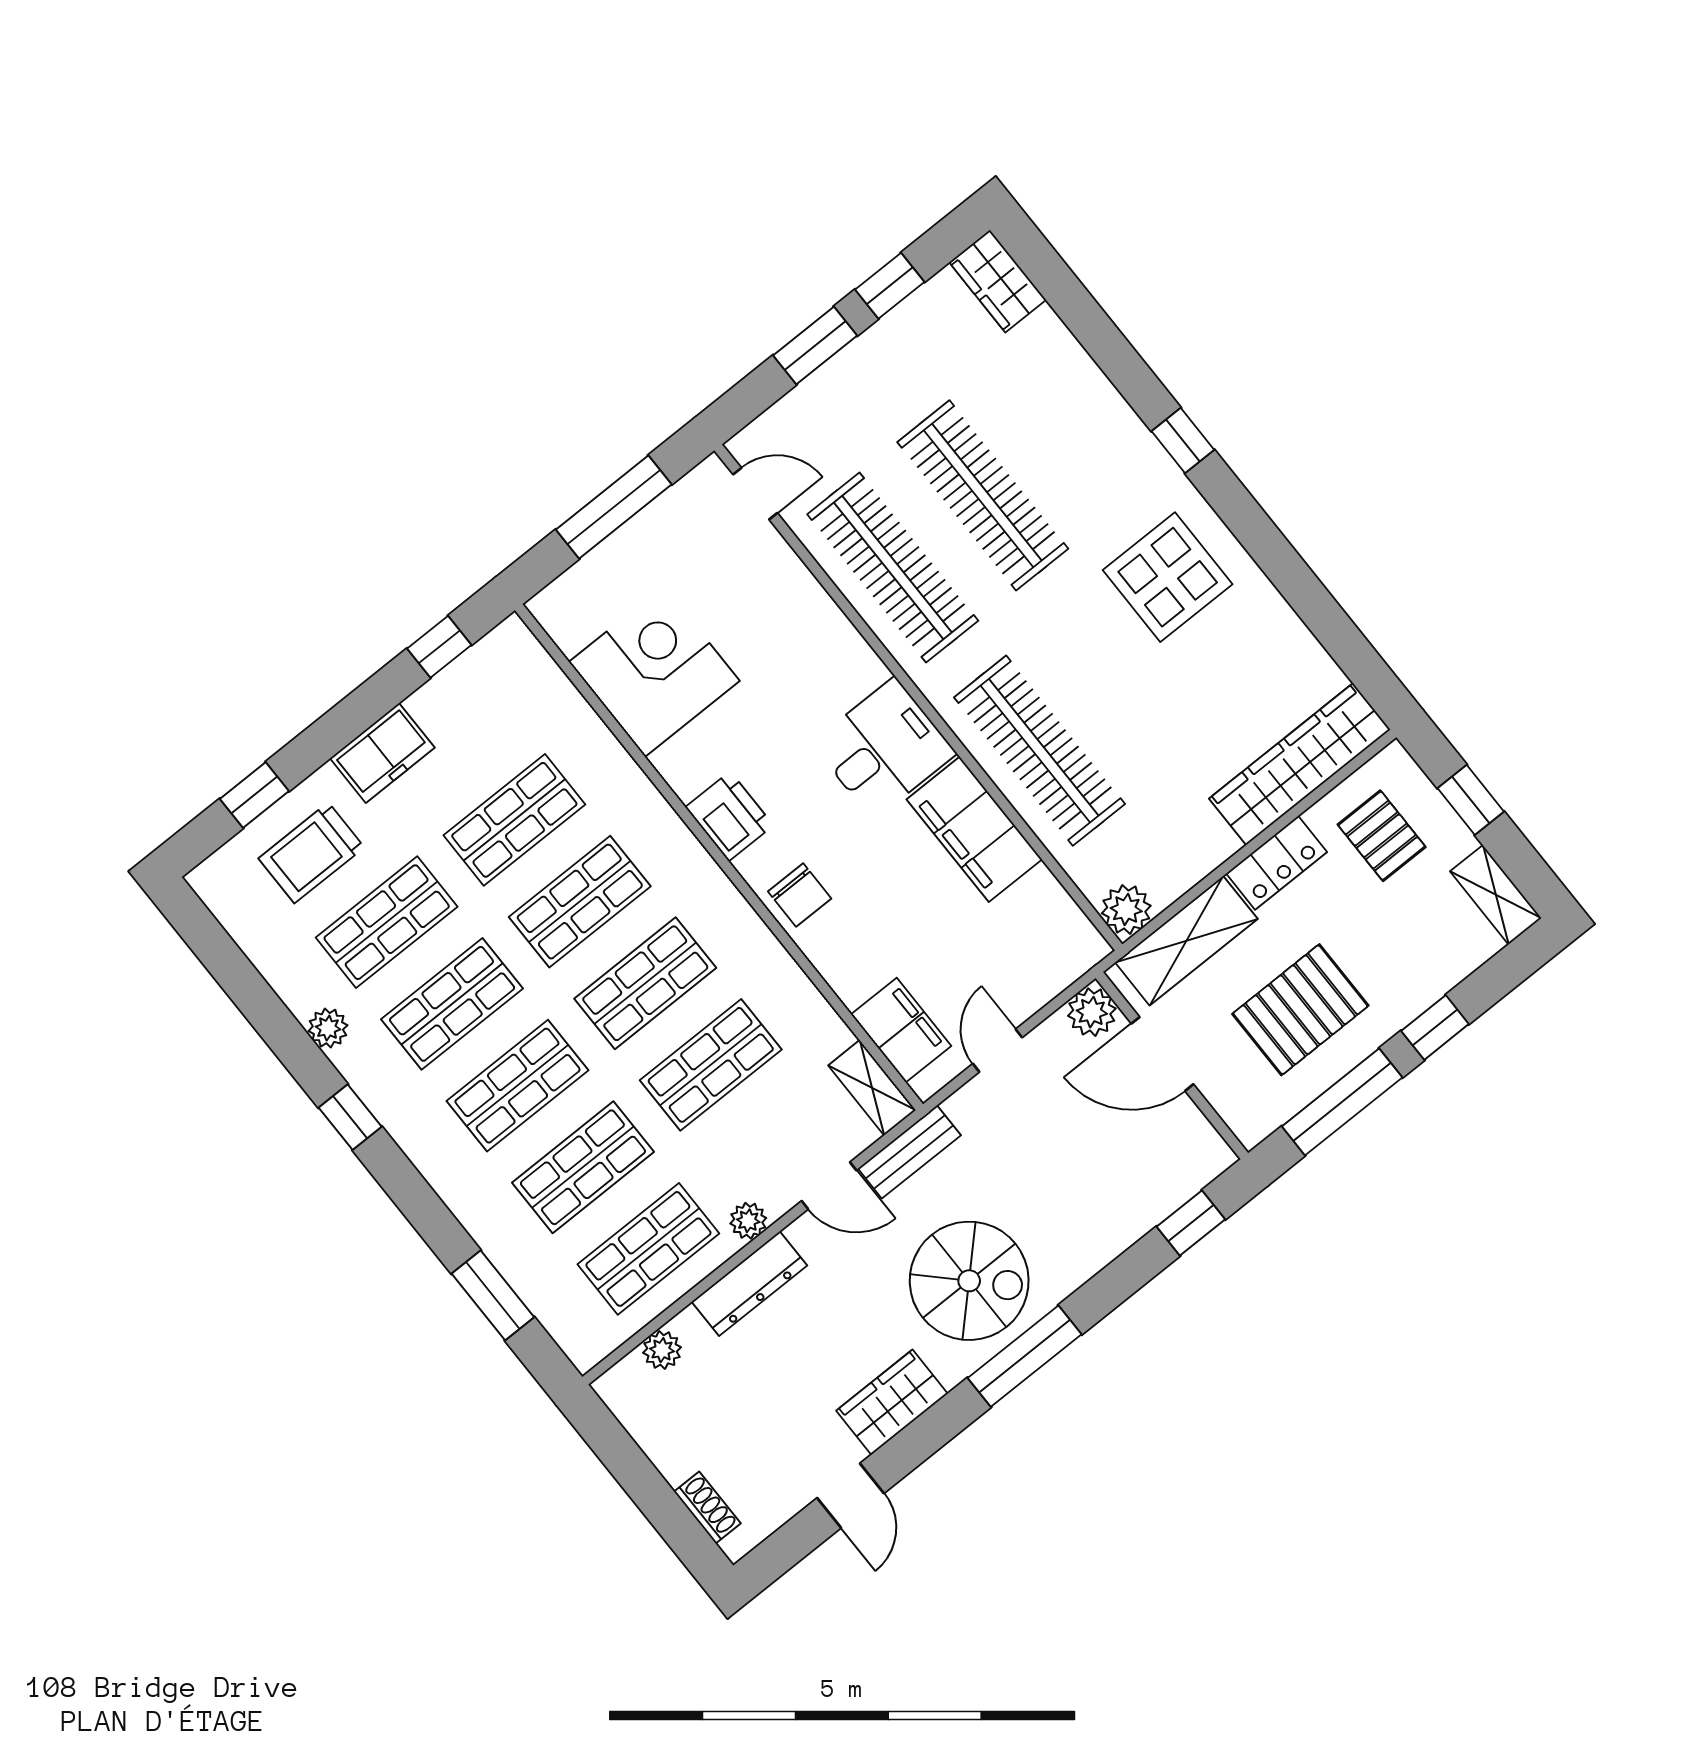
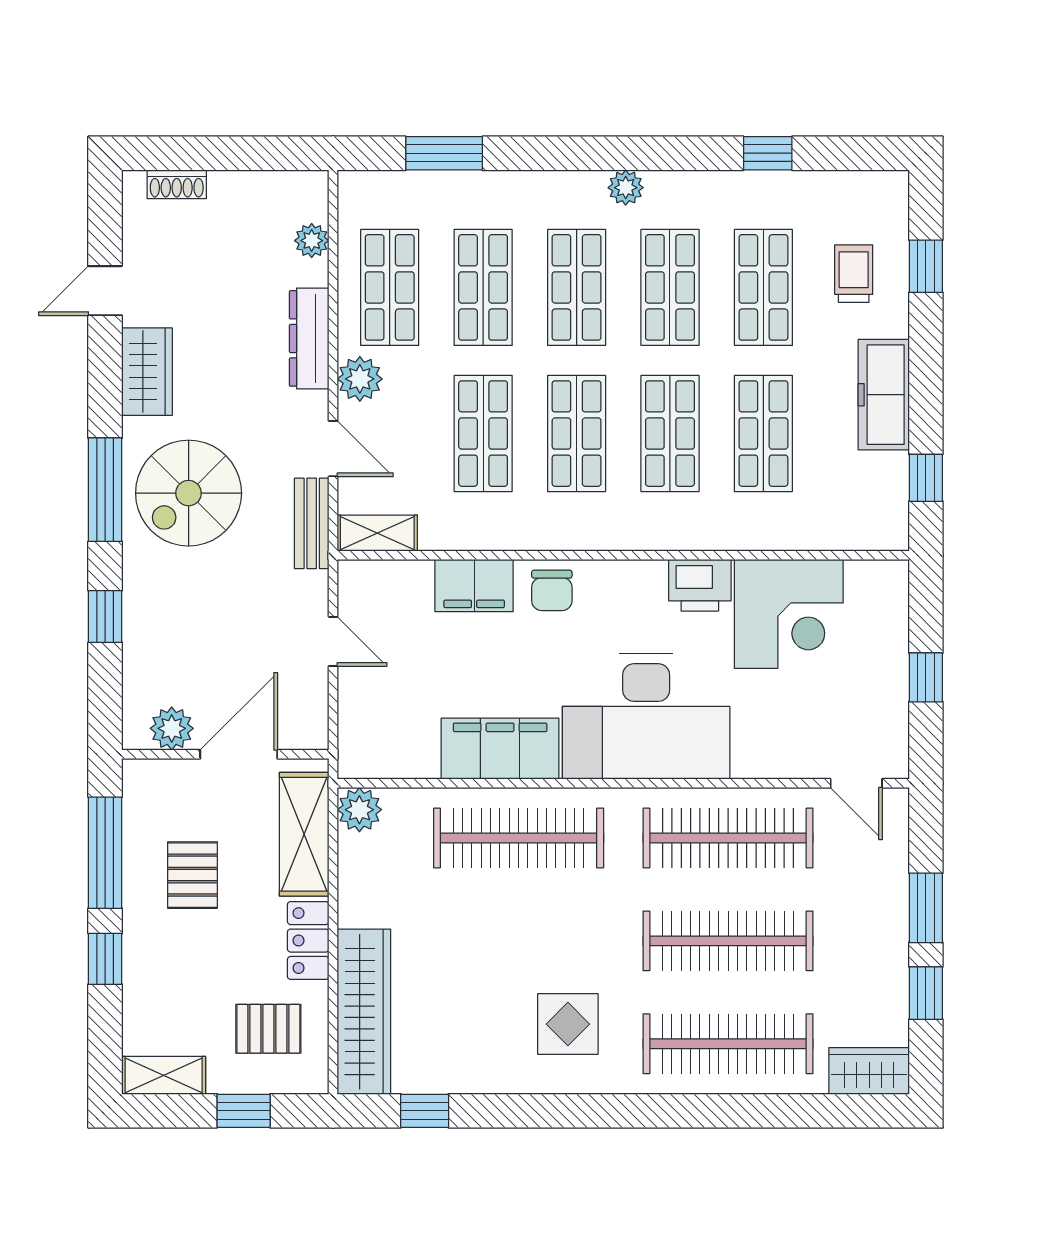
clothes rail: (1073, 423) -> (728, 1044), added
window: (1183, 440) -> (425, 1111), moved
door: (755, 494) -> (856, 783), hinge flipped
window: (614, 507) -> (926, 677), width x0.46
display table: (1168, 577) -> (568, 1024), width x0.73, depth x0.73
desk: (884, 748) -> (646, 716), width x1.87, depth x1.30
freezer: (382, 753) -> (884, 395), width x1.40
printer: (729, 816) -> (700, 585), moved
trolley: (311, 853) -> (854, 274), width x0.73, depth x0.72
chair: (800, 895) -> (552, 590), turned -90
pallet: (1300, 1010) -> (192, 875), width x0.67, depth x0.71
plant: (1092, 1012) -> (172, 728), moved
plant: (328, 1028) -> (626, 188), moved
filing cabinet: (901, 1030) -> (474, 586), moved
window: (350, 1117) -> (768, 153), moved
door: (829, 1186) -> (333, 449), swing flipped
plant: (748, 1221) -> (360, 379), width x1.38, depth x1.38
window: (1191, 1223) -> (105, 616), moved
door: (851, 1496) -> (105, 291), hinge flipped

